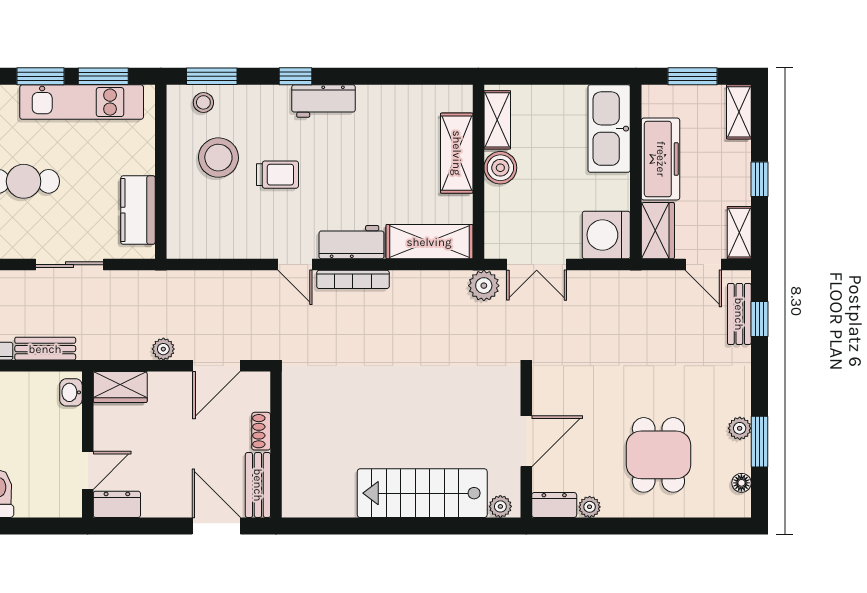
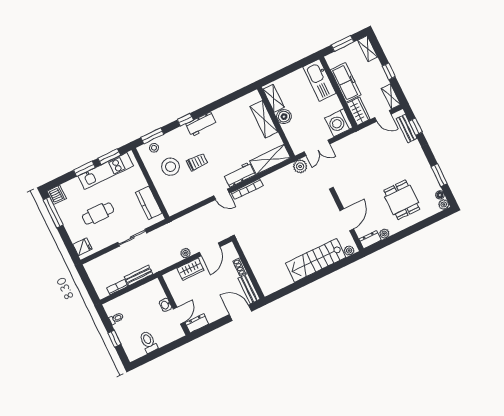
wardrobe: (120, 387) -> (191, 269), moved
washbasin: (71, 392) -> (165, 305), moved
plant: (740, 428) -> (444, 204), moved

